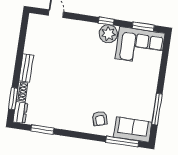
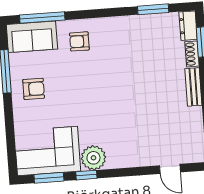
window: (106, 21) -> (86, 175), moved
armchair: (140, 92) -> (34, 89), added
armchair: (100, 119) -> (79, 41), turned -72

